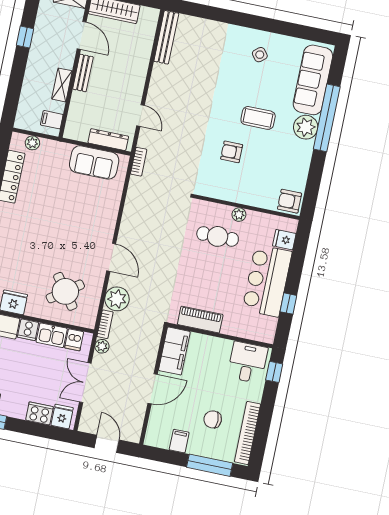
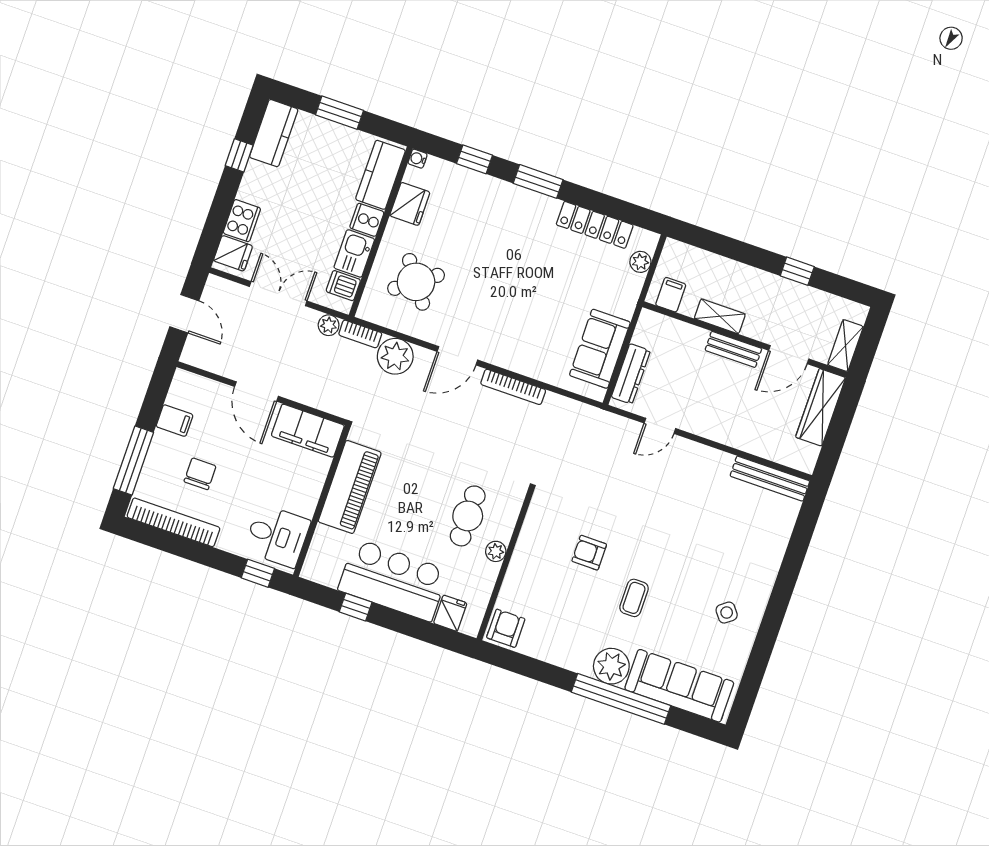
coffee table: (258, 118) -> (634, 598), width x0.73, depth x0.77
armchair: (232, 152) -> (589, 553), turned -90
bookcase: (139, 162) -> (513, 387), moved, width x1.56
piano: (200, 320) -> (350, 487), width x1.37, depth x1.33
door: (107, 444) -> (184, 314), hinge flipped

